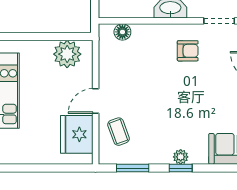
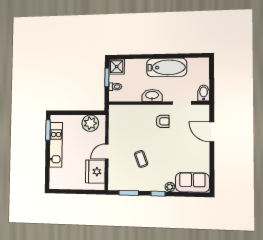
floor lamp: (122, 32) -> (123, 110), removed
coffee table: (119, 132) -> (141, 159), moved
plant: (181, 157) -> (170, 187), moved

